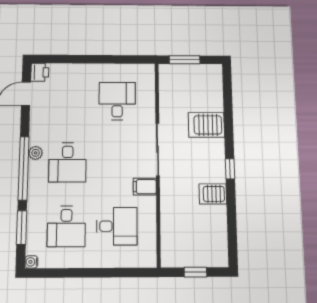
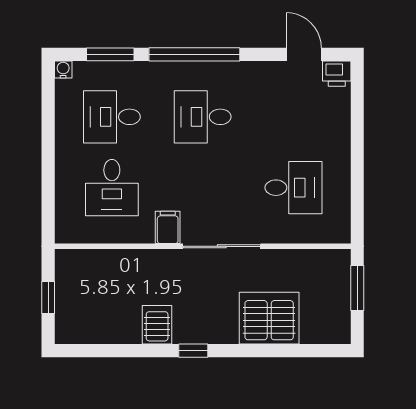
server rack: (206, 125) -> (269, 318), width x1.60
plant: (36, 153) -> (216, 71), removed

